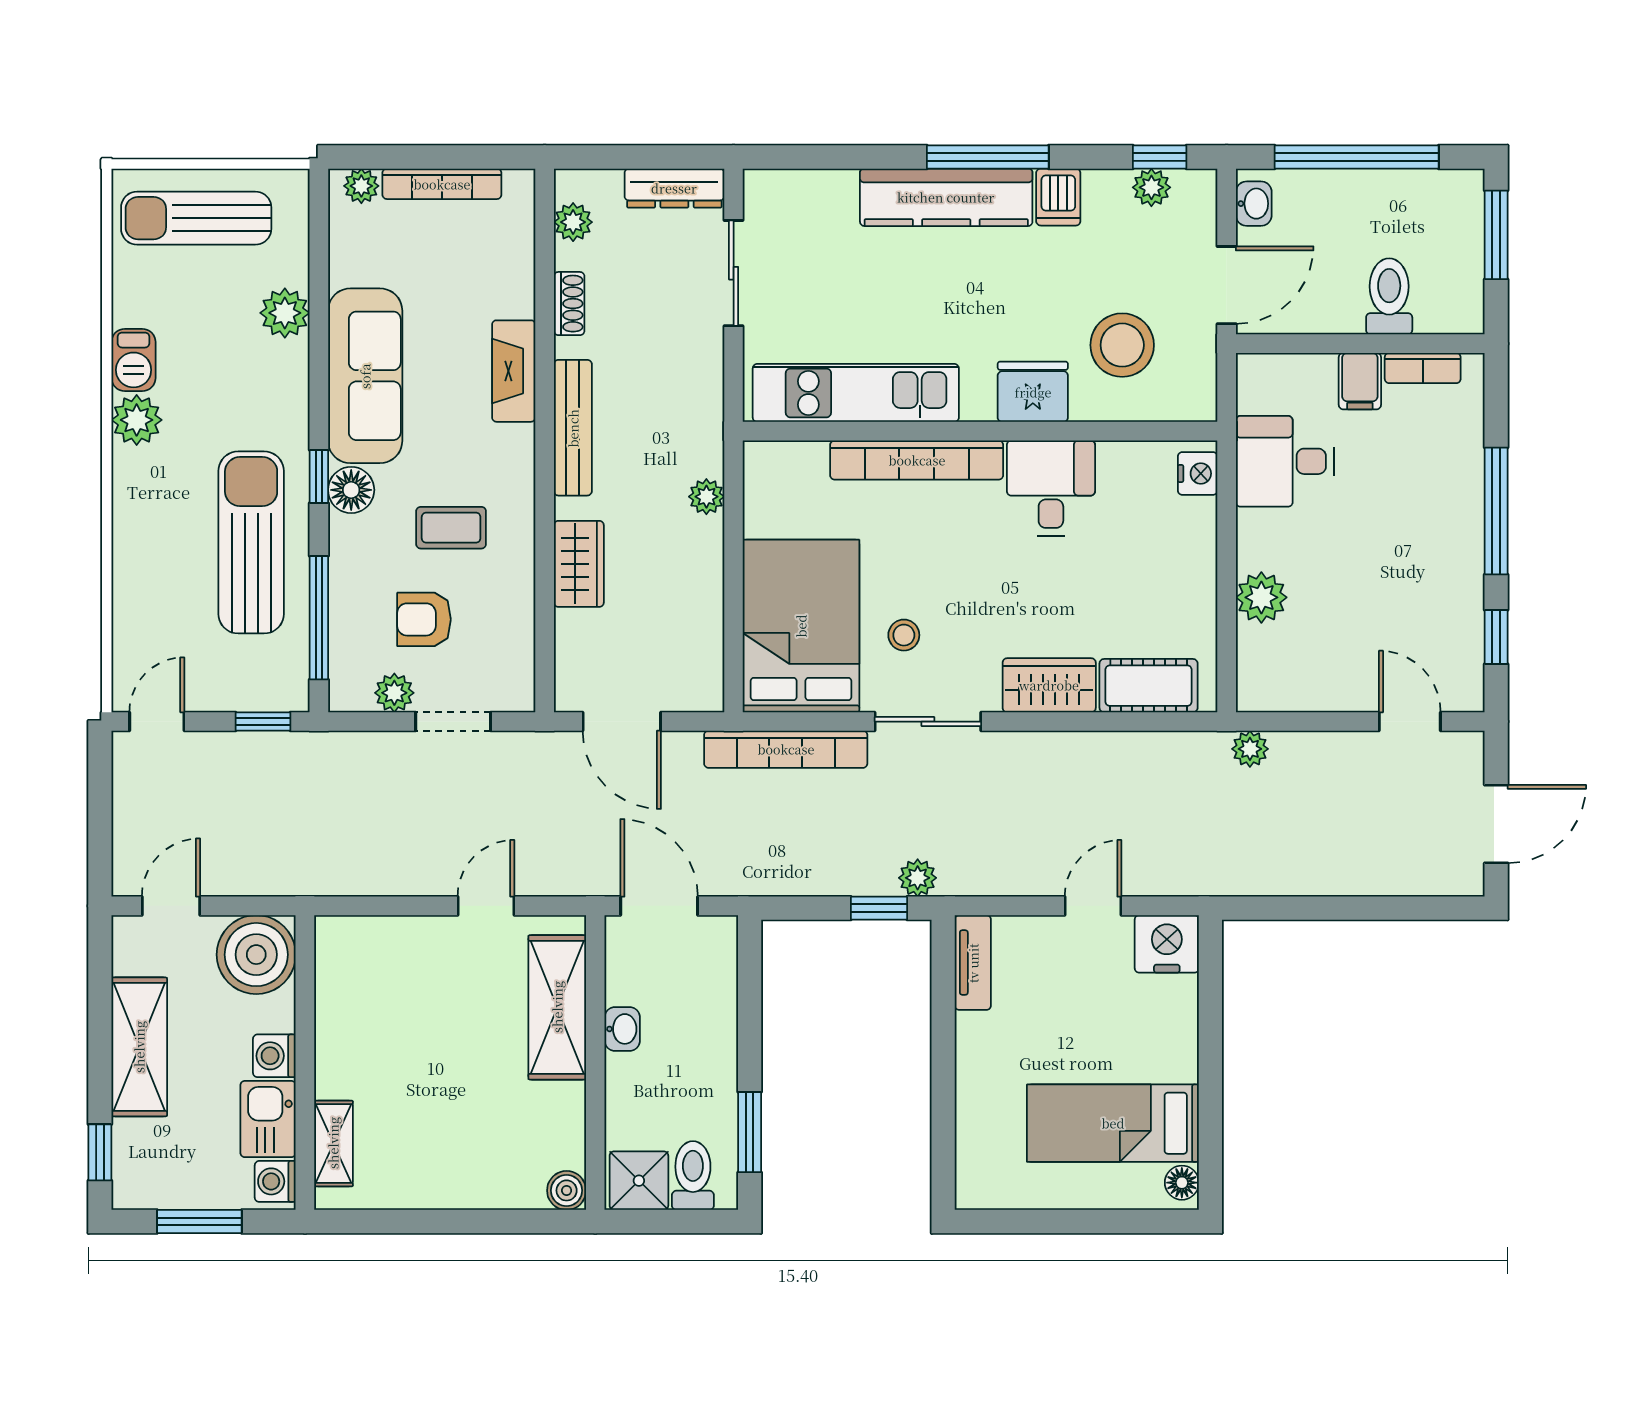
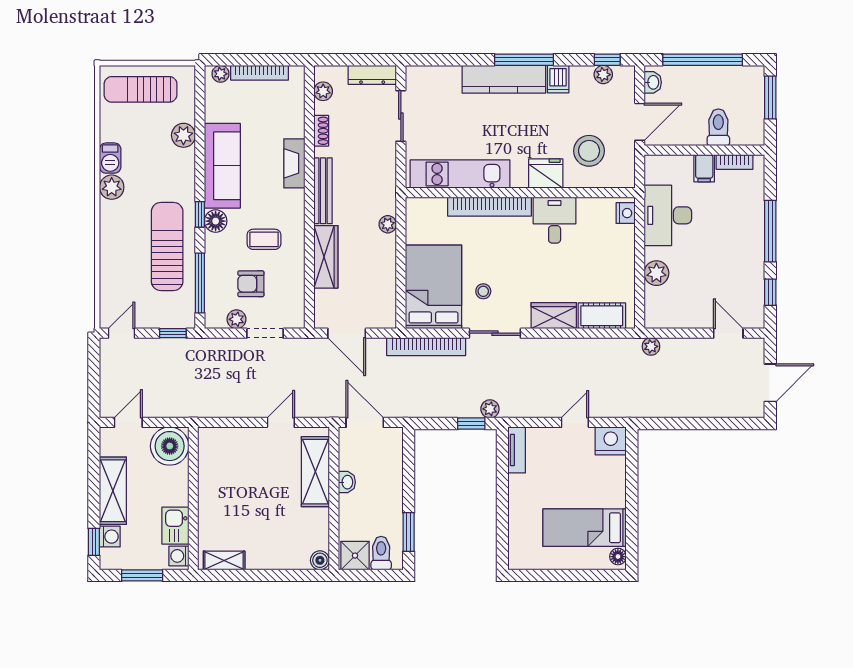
desk: (1285, 461) -> (668, 215), width x1.37
wardrobe: (579, 564) -> (326, 257), width x1.50
washing machine: (274, 1056) -> (110, 537), moved, turned 180
shelving: (333, 1143) -> (224, 560), moved, turned 90

